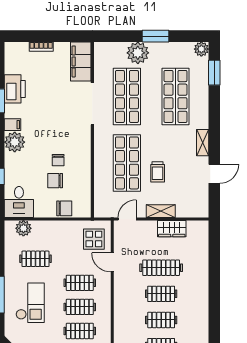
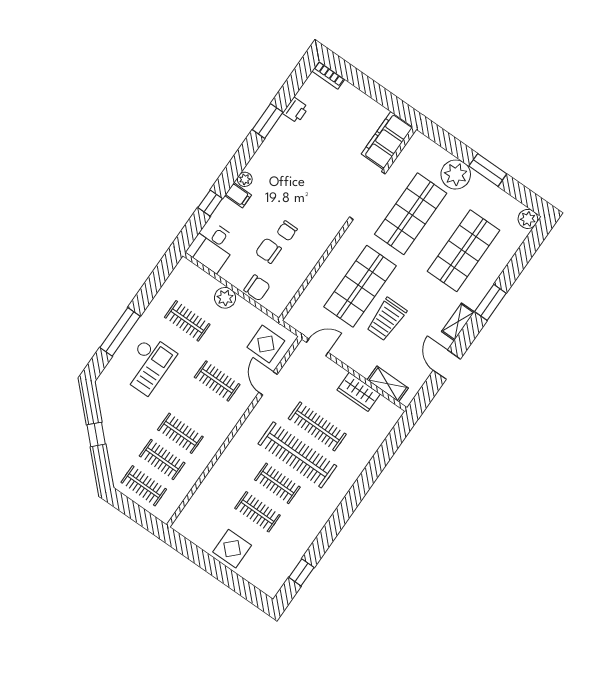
bookcase: (41, 47) -> (328, 75), moved
window: (214, 73) -> (490, 302), moved
printer: (15, 89) -> (296, 110), width x0.53, depth x0.68
filing cabinet: (13, 125) -> (238, 195), moved
plant: (15, 142) -> (245, 179), width x0.53, depth x0.53
trolley: (158, 172) -> (387, 319), width x1.36, depth x1.39
door: (214, 174) -> (447, 365), swing flipped
shelving: (161, 211) -> (388, 384), moved
plant: (23, 228) -> (225, 298), moved
clothes rail: (161, 294) -> (297, 455), width x1.86, depth x1.31
clothes rail: (80, 307) -> (199, 407), removed

